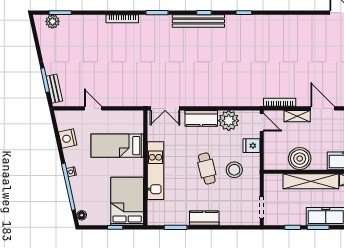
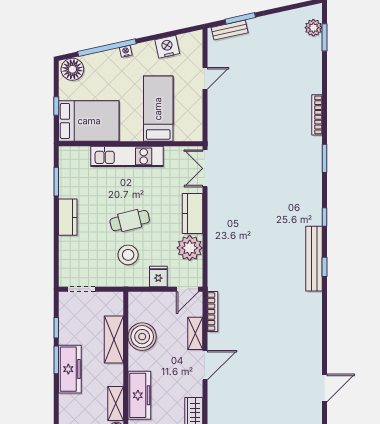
bench: (198, 21) -> (314, 259), moved
shelving: (311, 181) -> (114, 339), width x0.68
floor lamp: (82, 215) -> (72, 69), width x1.89, depth x1.89

